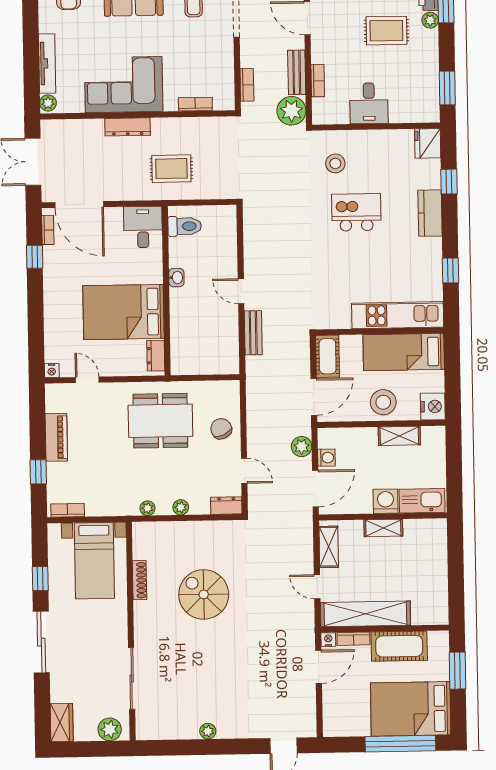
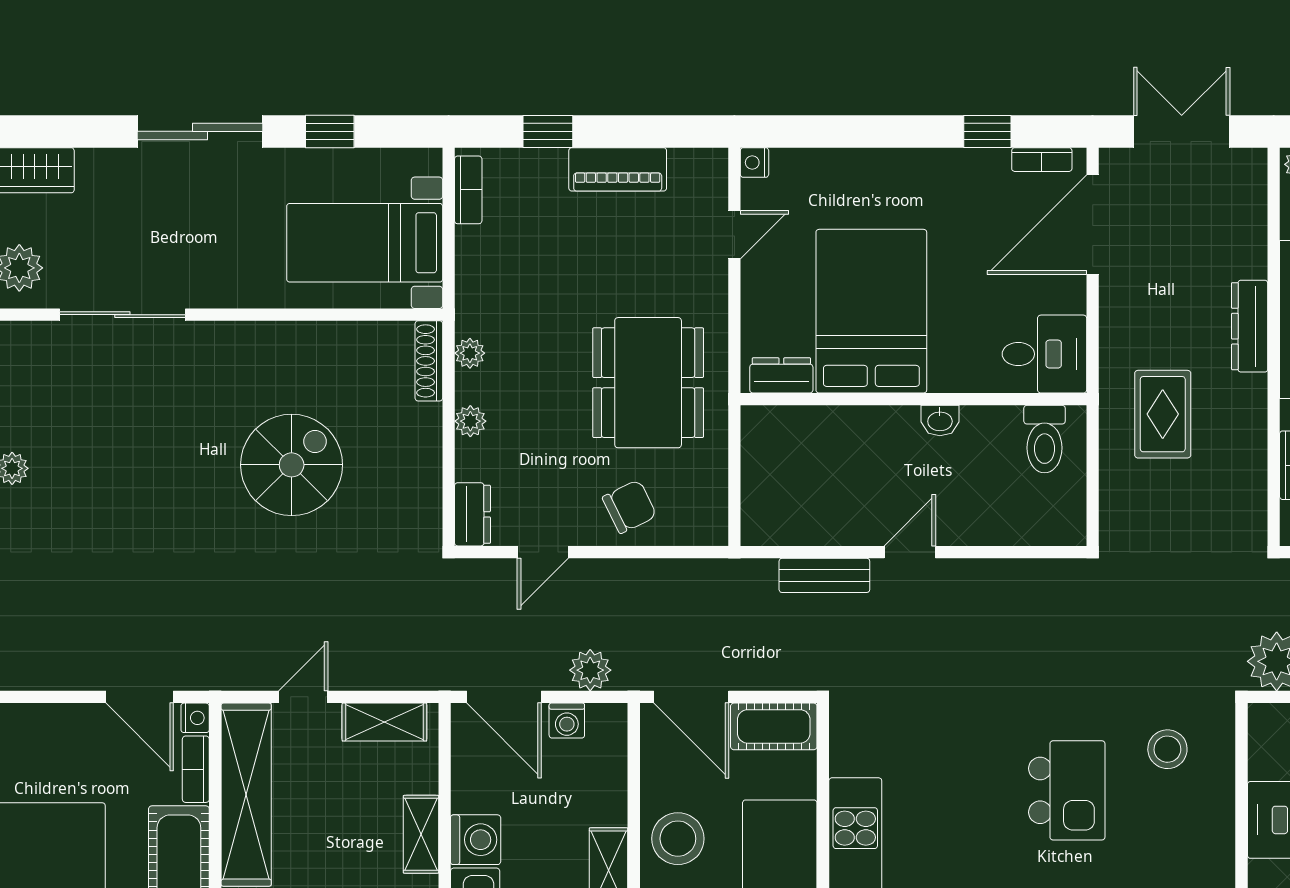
shoe rack: (140, 580) -> (429, 361), moved, turned 90

